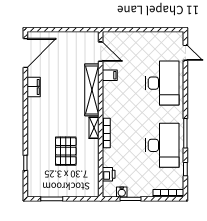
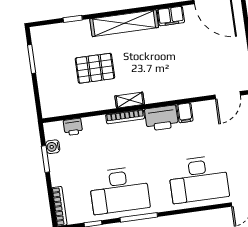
filing cabinet: (110, 75) -> (185, 113), moved
shelving: (92, 90) -> (124, 23), moved
printer: (111, 105) -> (161, 118), added

